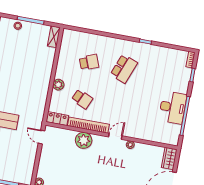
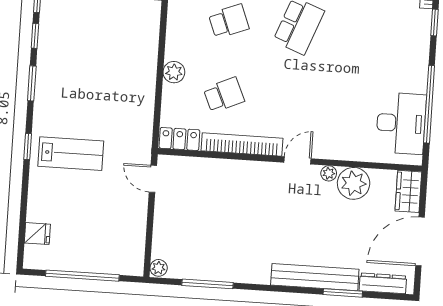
school desk: (82, 99) -> (224, 95), turned -48
desk: (173, 107) -> (401, 123), moved
plant: (84, 140) -> (354, 183), moved

